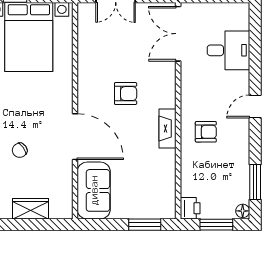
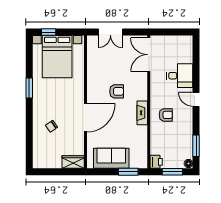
desk: (228, 50) -> (180, 76), moved
door: (255, 106) -> (196, 99), hinge flipped
door: (75, 137) -> (85, 118), hinge flipped
sofa: (94, 190) -> (111, 158), moved, turned -90
wardrobe: (31, 209) -> (73, 162), moved

